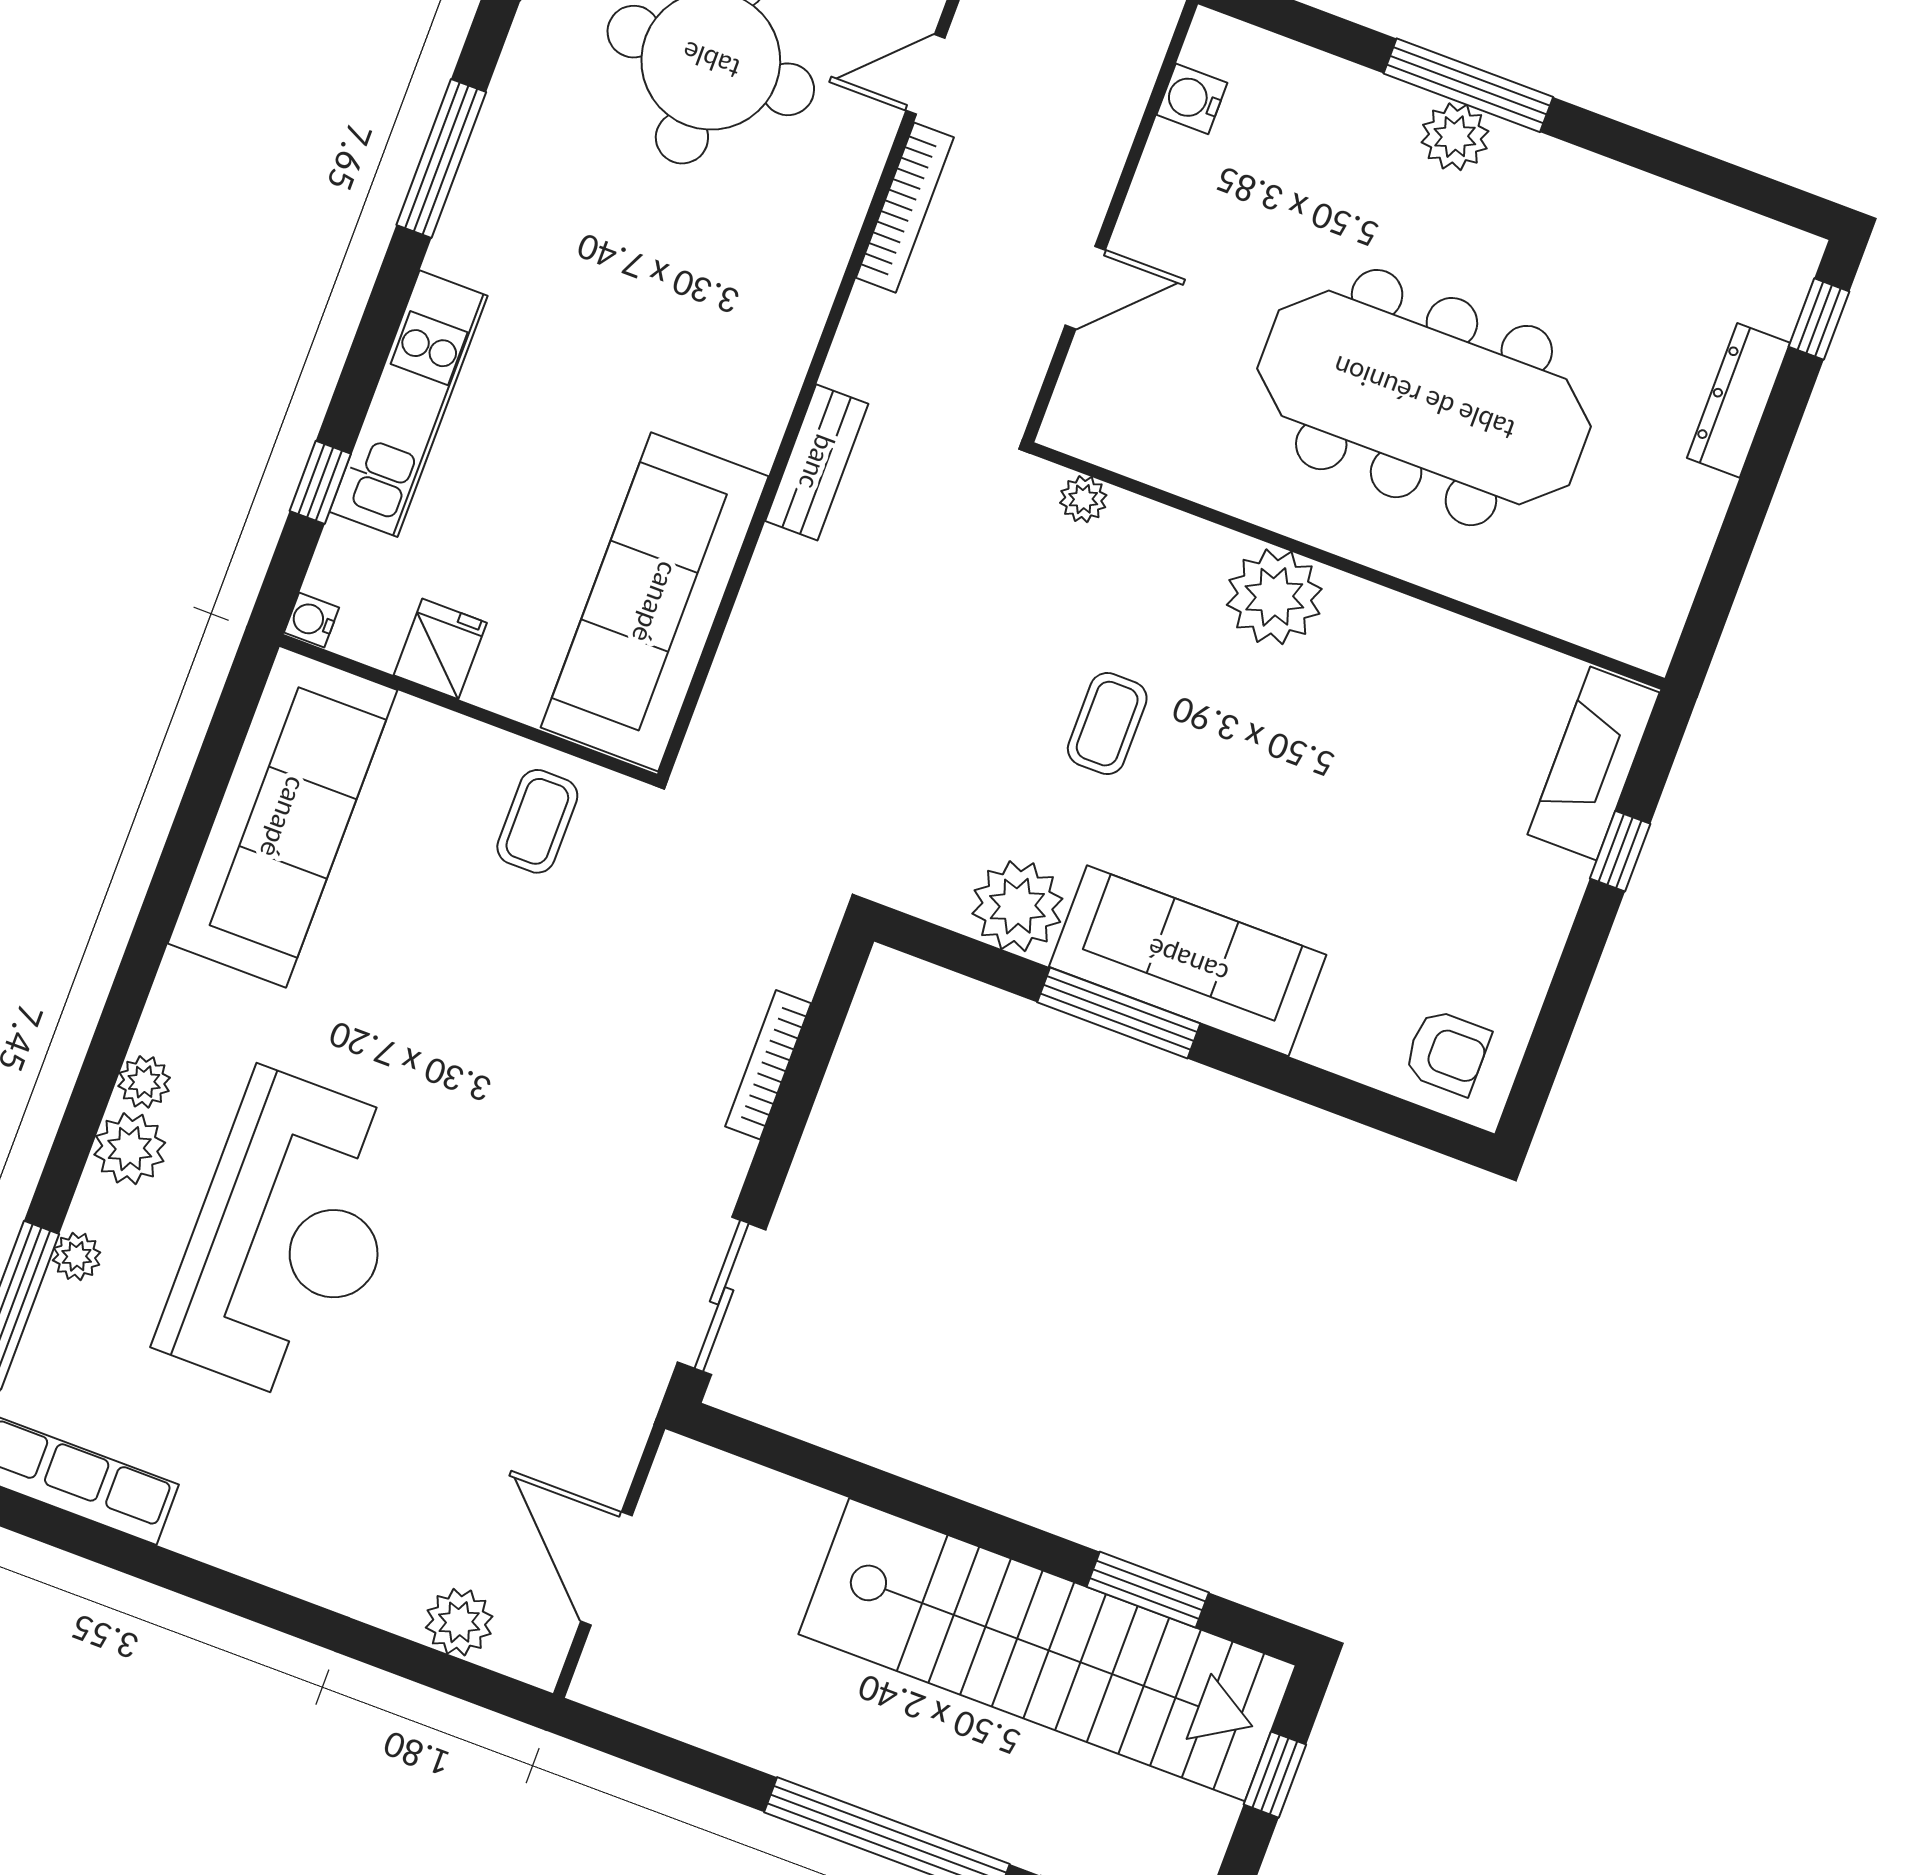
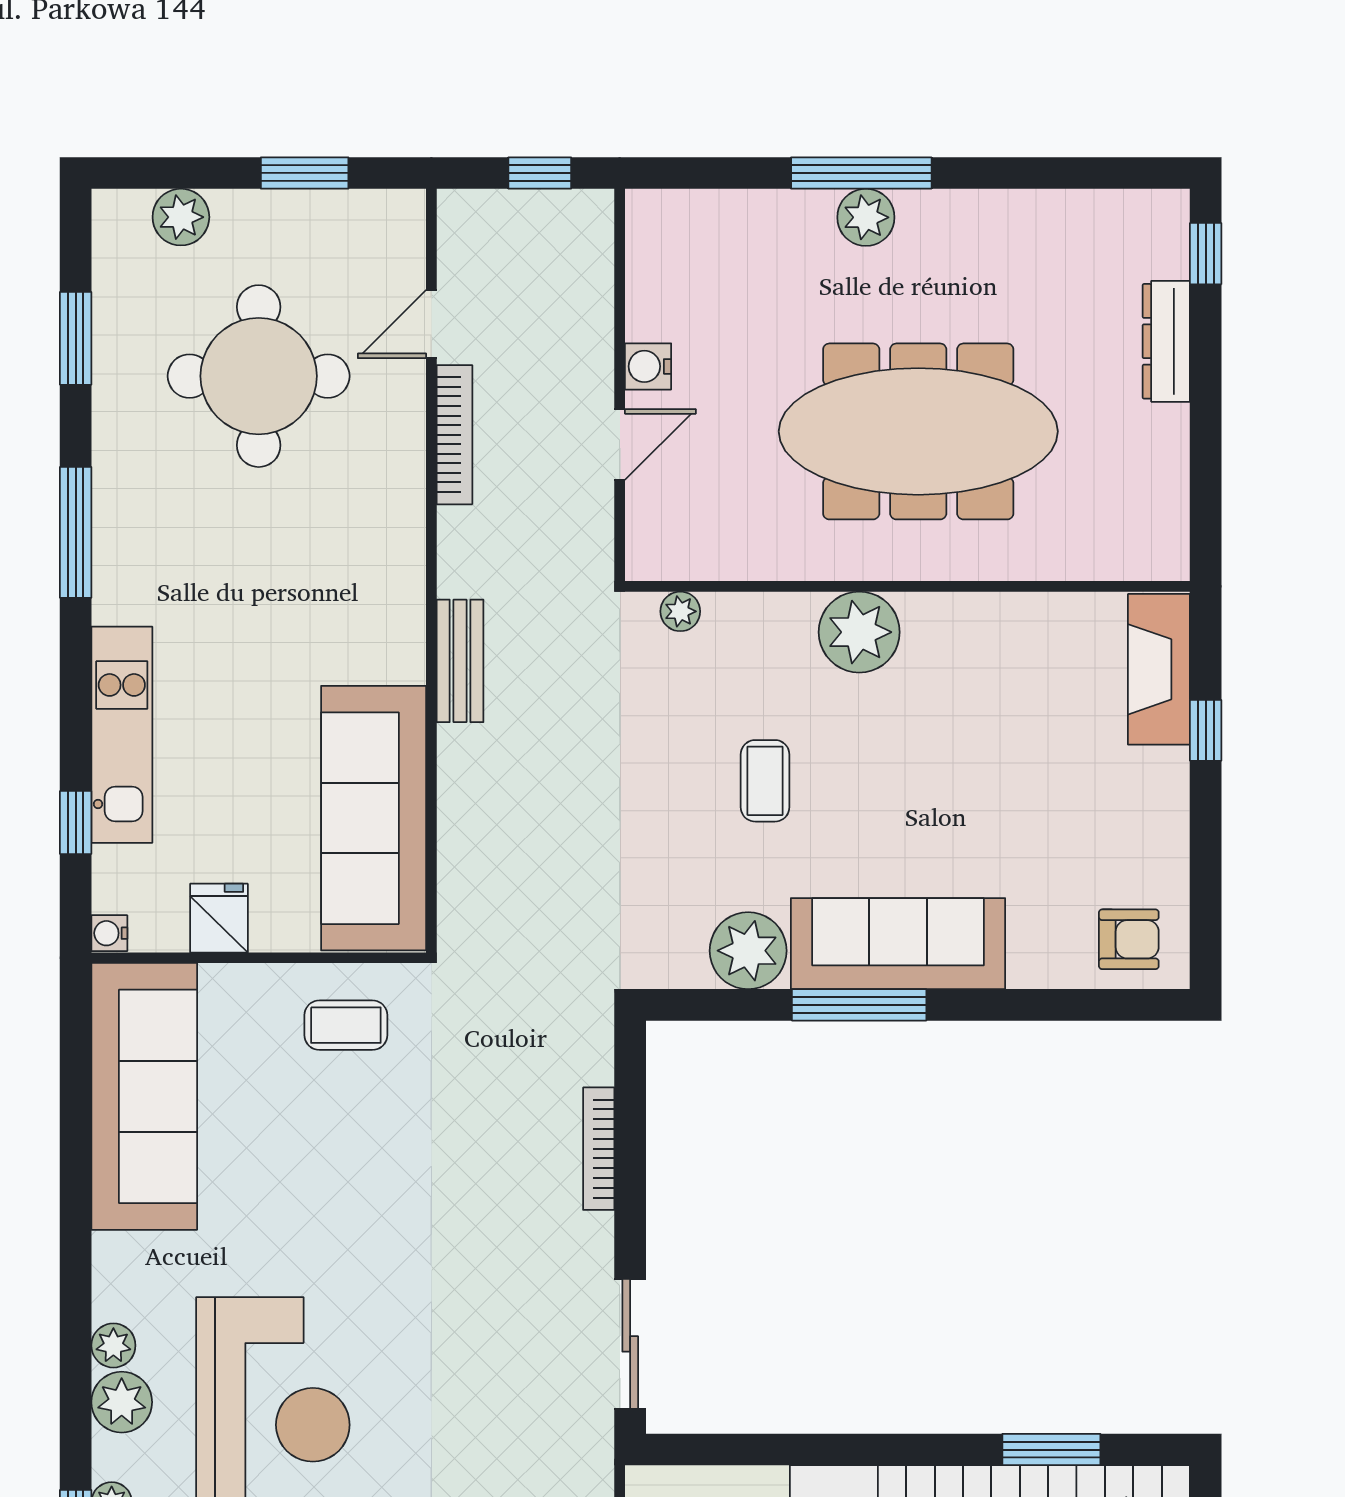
water cooler: (1192, 99) -> (648, 366), moved
coffee table: (537, 821) -> (346, 1025), turned 90

